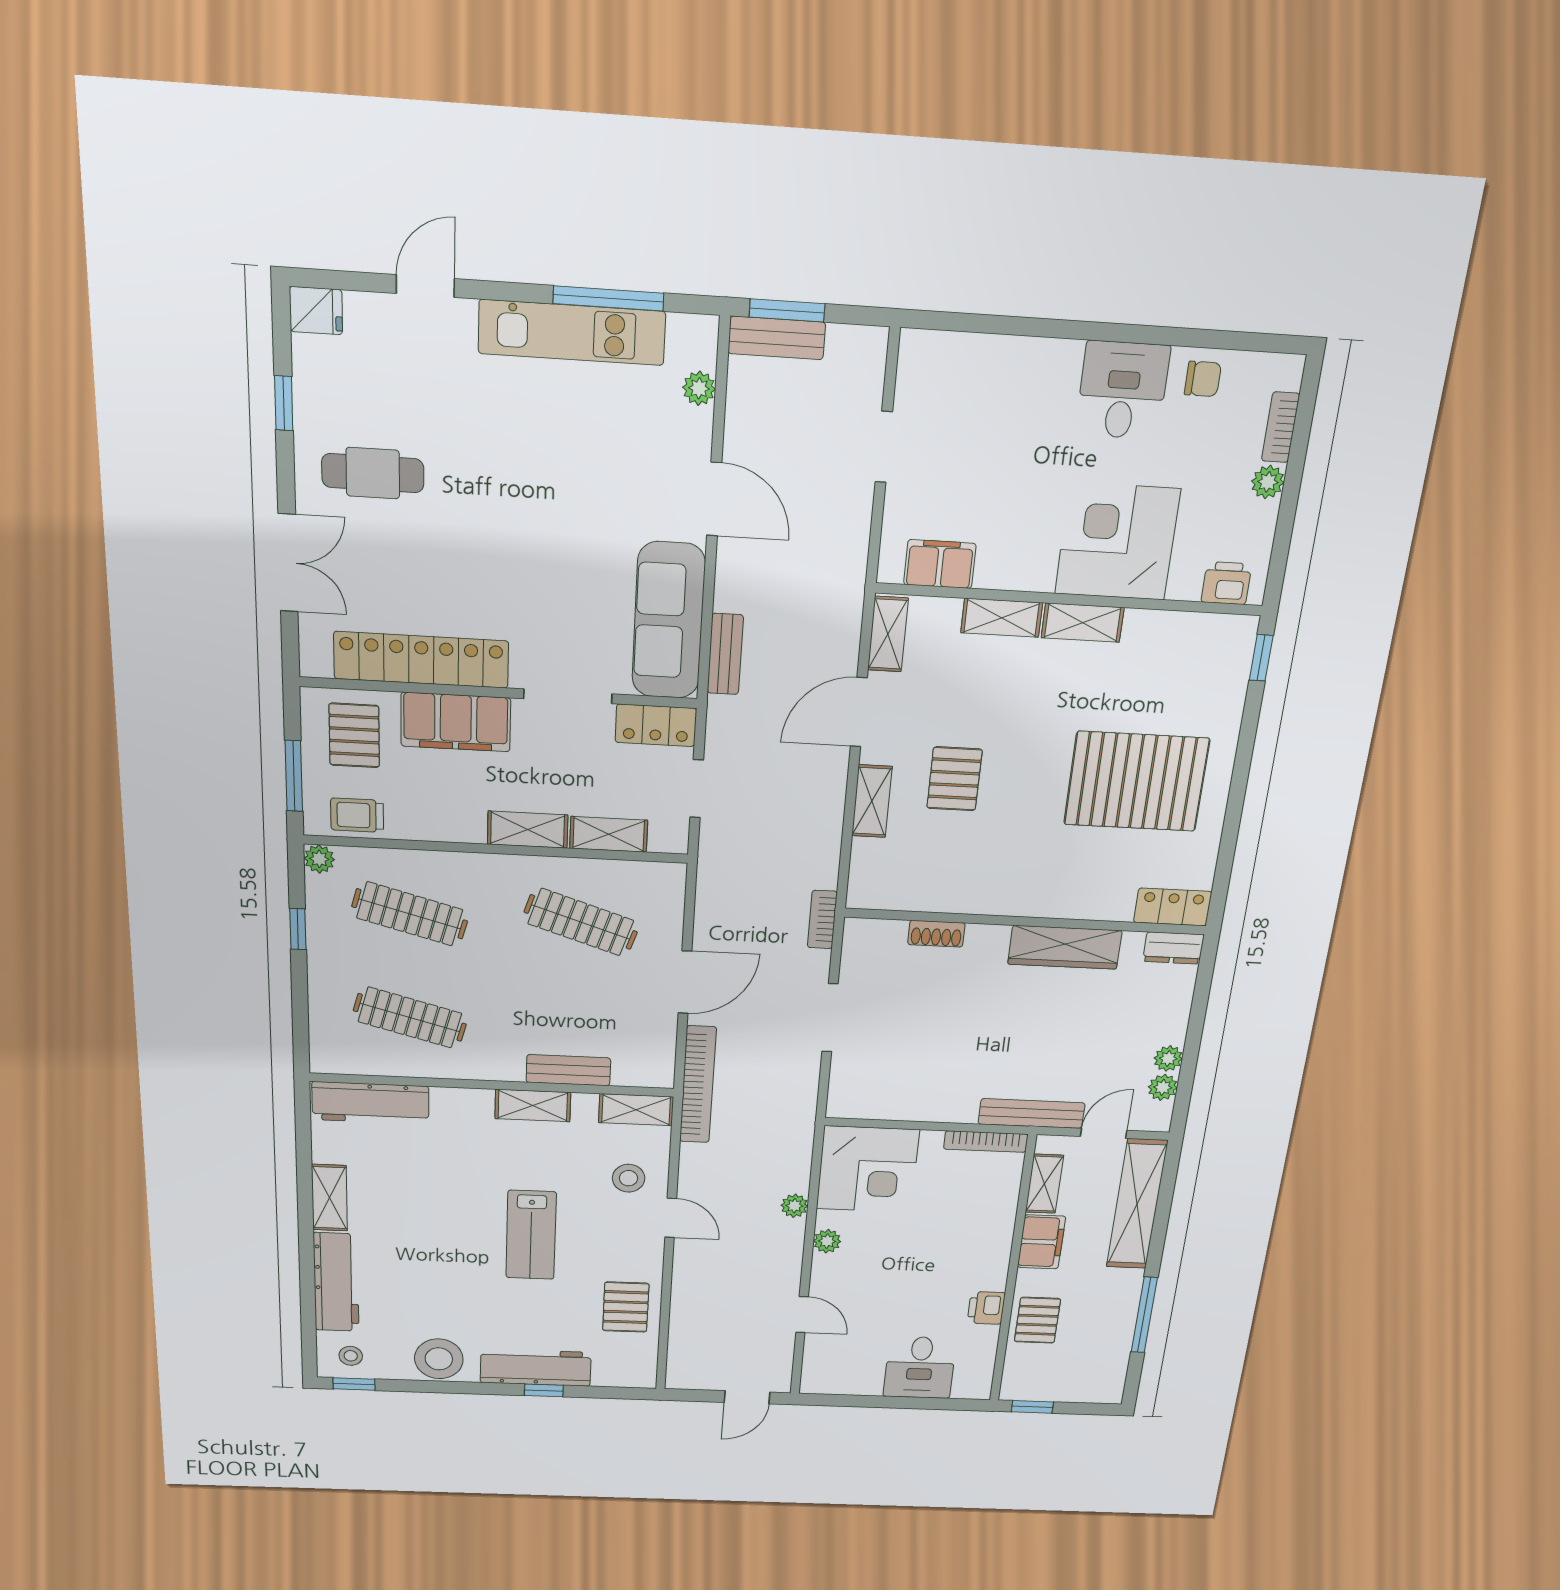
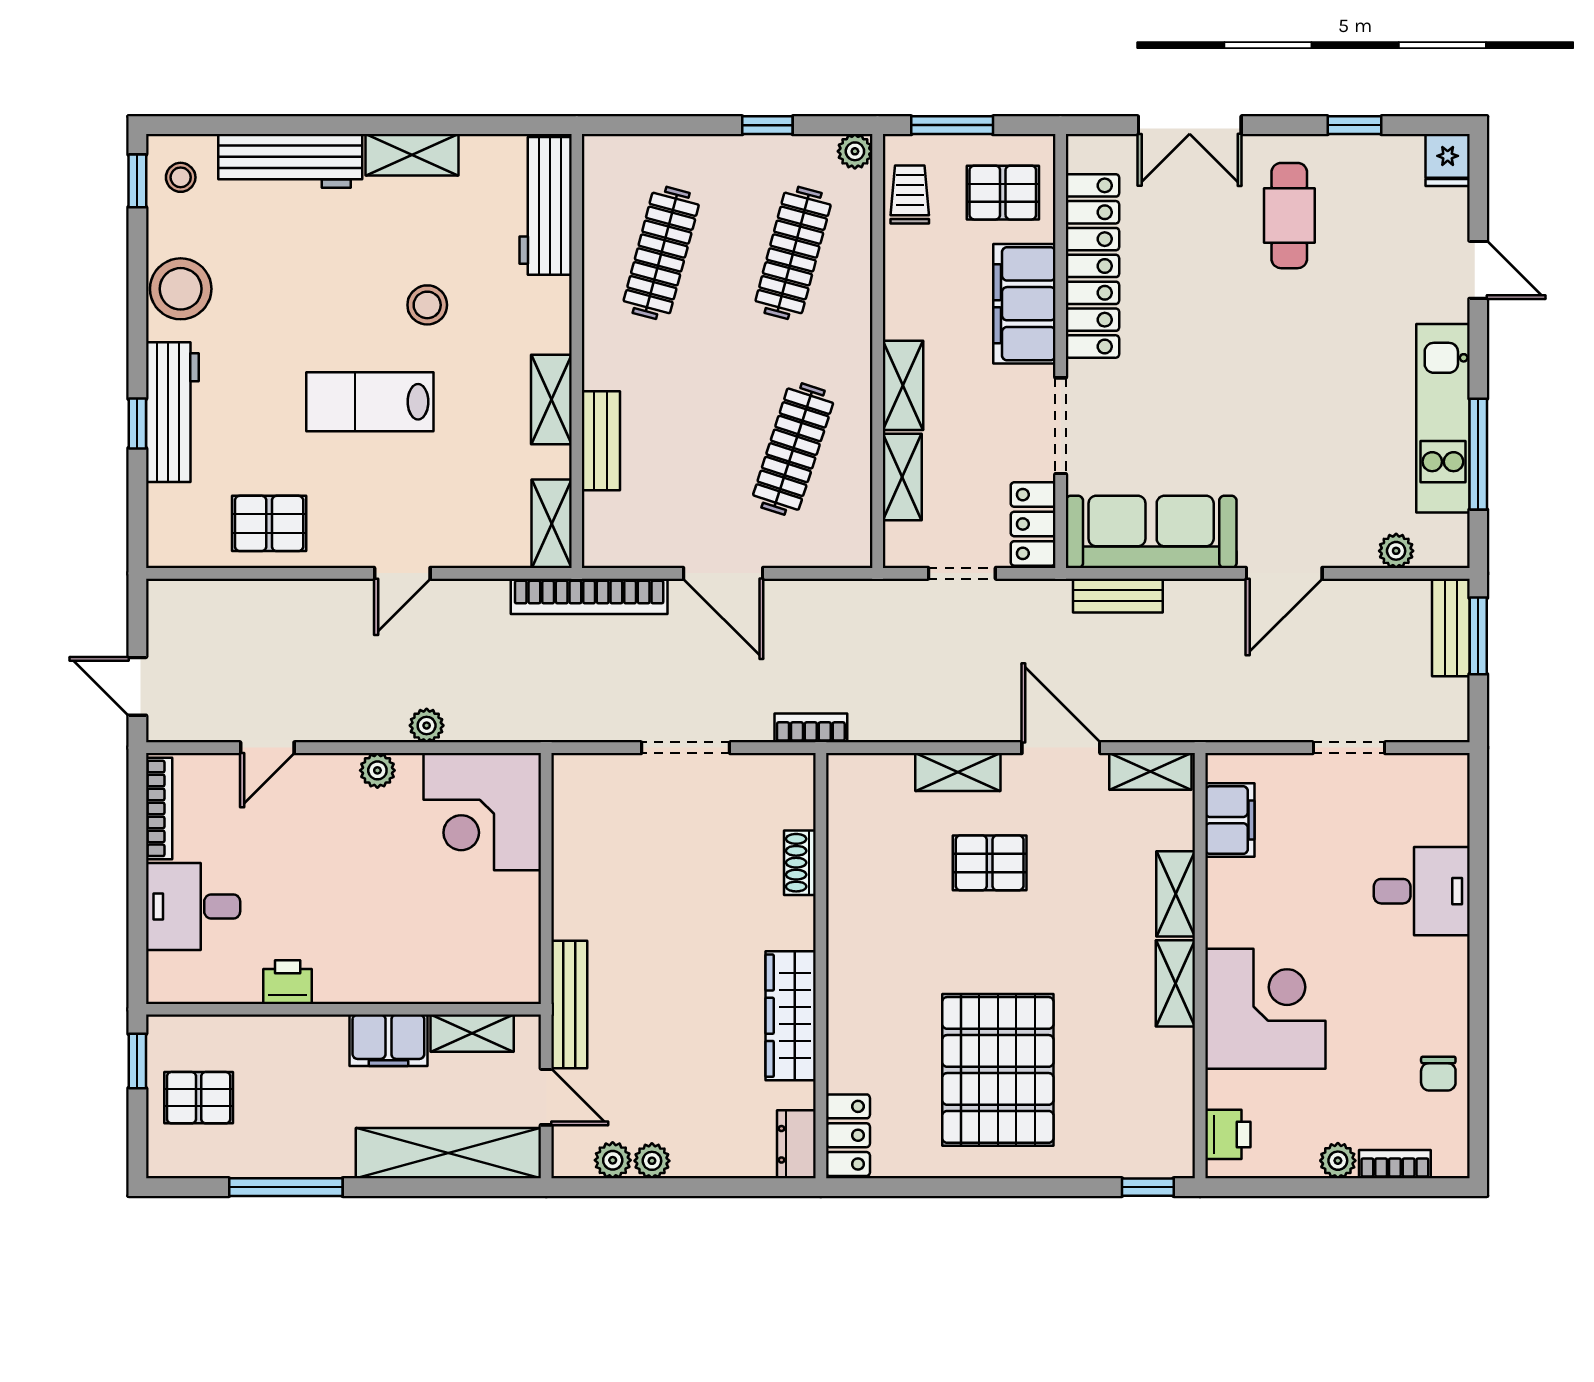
desk: (1123, 390) -> (1422, 891), moved
bookcase: (986, 1142) -> (159, 808), moved, turned 180
stool: (629, 1178) -> (427, 305), moved
pallet: (1037, 1320) -> (199, 1098), moved

